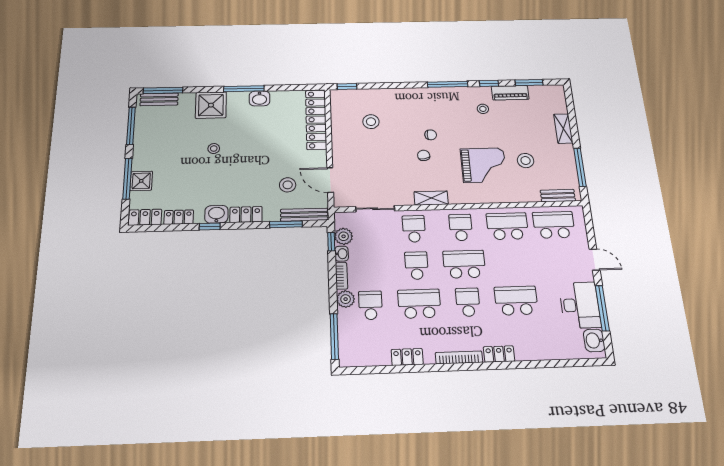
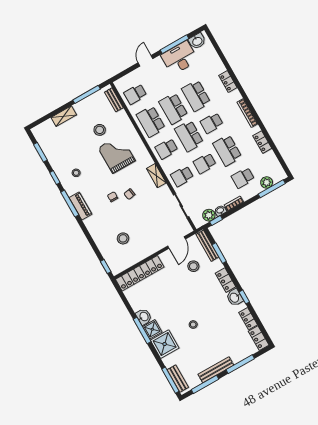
piano: (510, 93) -> (80, 206), moved
bench: (140, 147) -> (216, 370), added
shower: (141, 181) -> (152, 329), moved
school desk: (554, 225) -> (135, 94), width x0.54
school desk: (512, 263) -> (173, 109), added
plant: (346, 299) -> (267, 182), moved
locker: (499, 354) -> (228, 82), moved

